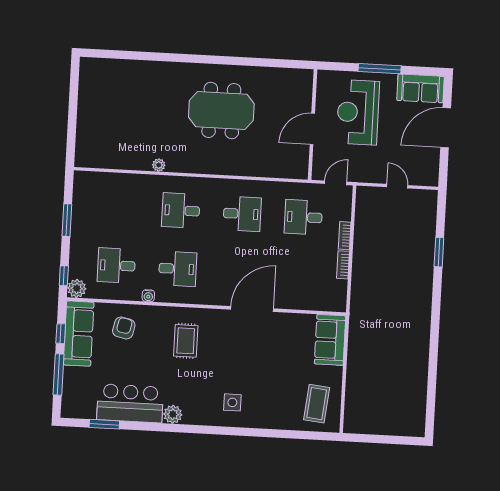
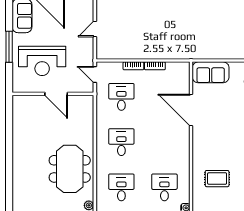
meeting table: (221, 110) -> (70, 169), moved
desk: (181, 211) -> (121, 187), turned 180
desk: (303, 217) -> (121, 97), turned 180
door: (252, 309) -> (191, 110), moved

